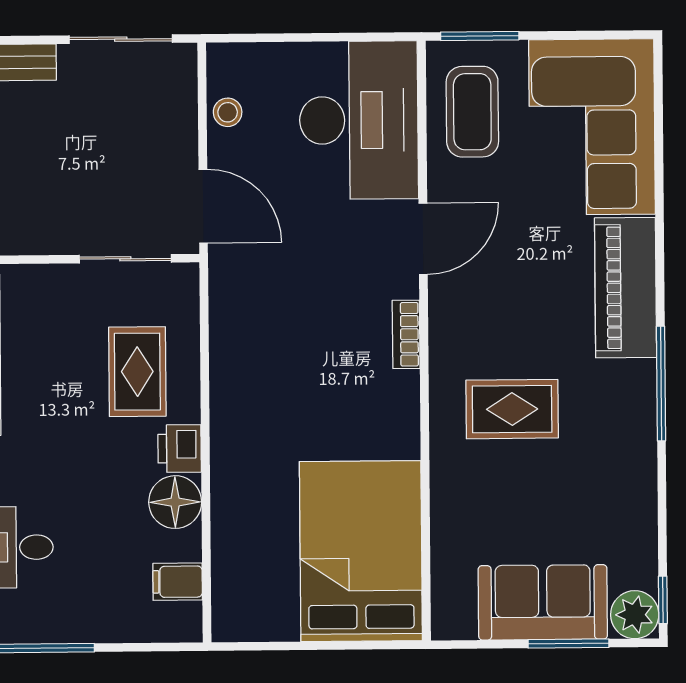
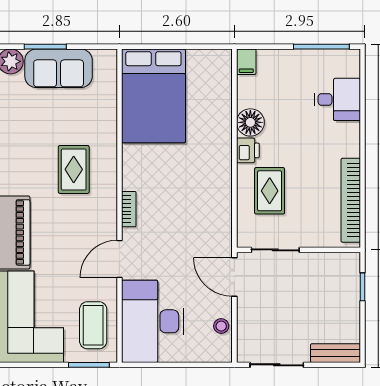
rug: (512, 409) -> (74, 169), turned 90
filing cabinet: (178, 582) -> (246, 62), moved, turned 90

